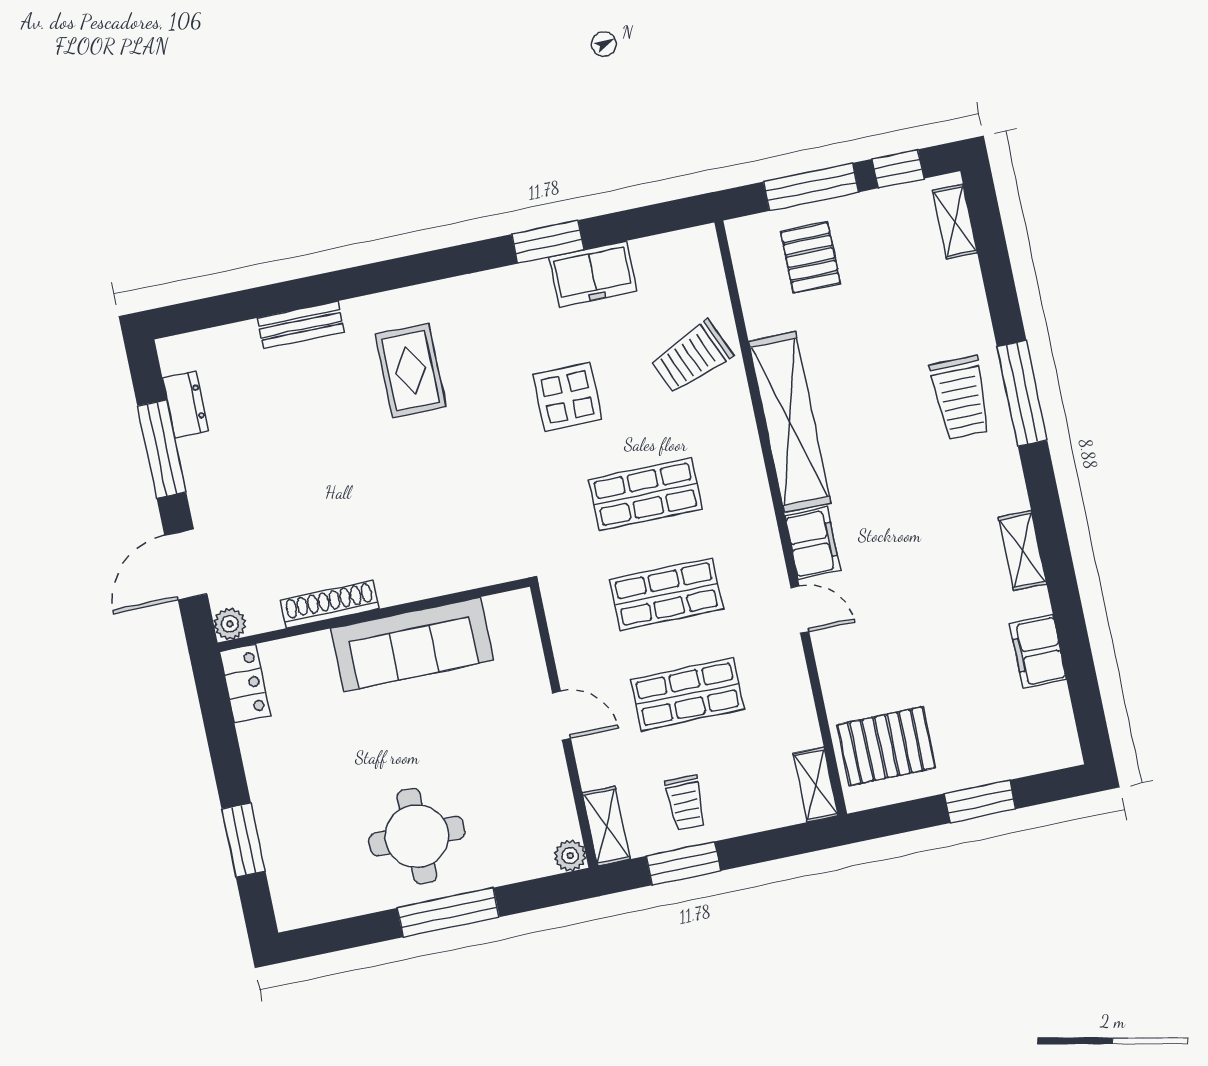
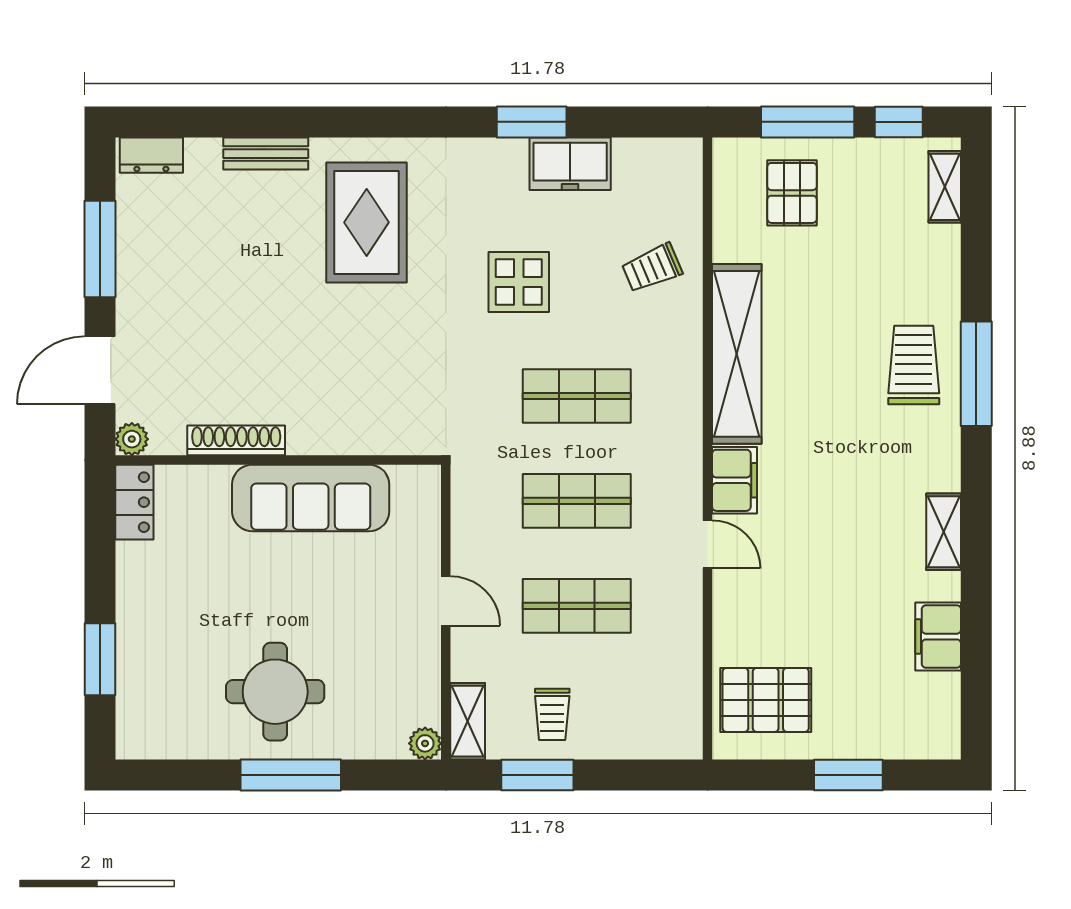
trolley: (692, 357) -> (652, 268), width x0.73, depth x0.72
rug: (411, 371) -> (367, 222), width x1.36, depth x1.43
trolley: (961, 397) -> (914, 365), turned 180
dresser: (185, 404) -> (151, 155), moved, turned 90
shelving: (816, 785) -> (687, 724), removed

